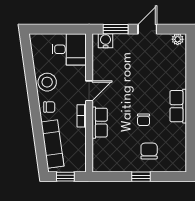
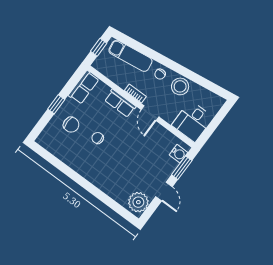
plant: (178, 39) -> (138, 202), width x1.87, depth x1.87
row of seats: (178, 106) -> (84, 87), moved, turned 90

